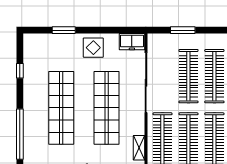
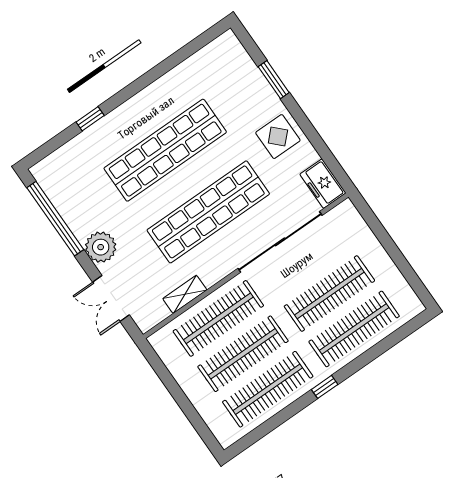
window: (183, 30) -> (387, 242), removed
window: (20, 71) -> (176, 58), removed
window: (20, 134) -> (90, 119), width x0.32

